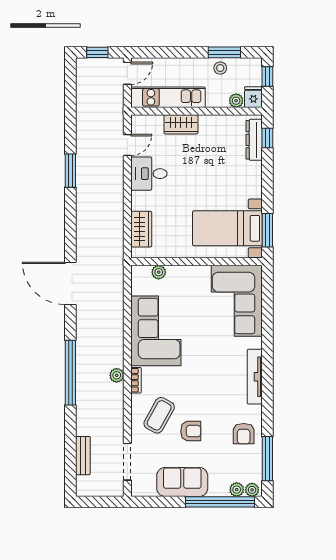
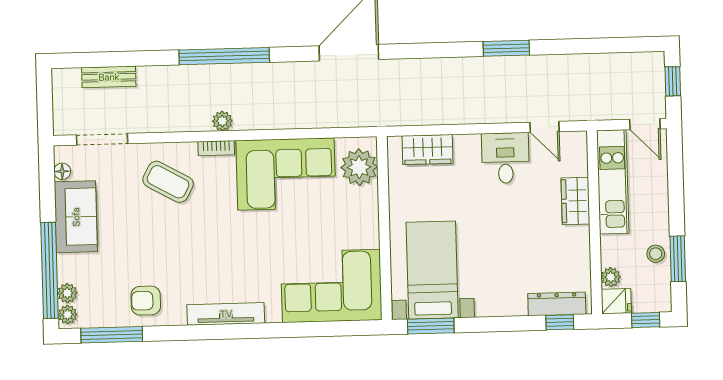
plant: (159, 272) -> (359, 167), width x1.87, depth x1.87
armchair: (191, 431) -> (147, 227), removed
floor lamp: (149, 491) -> (62, 171), added

